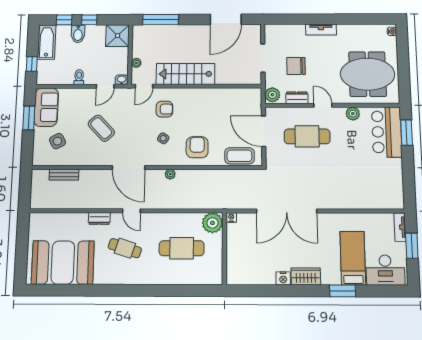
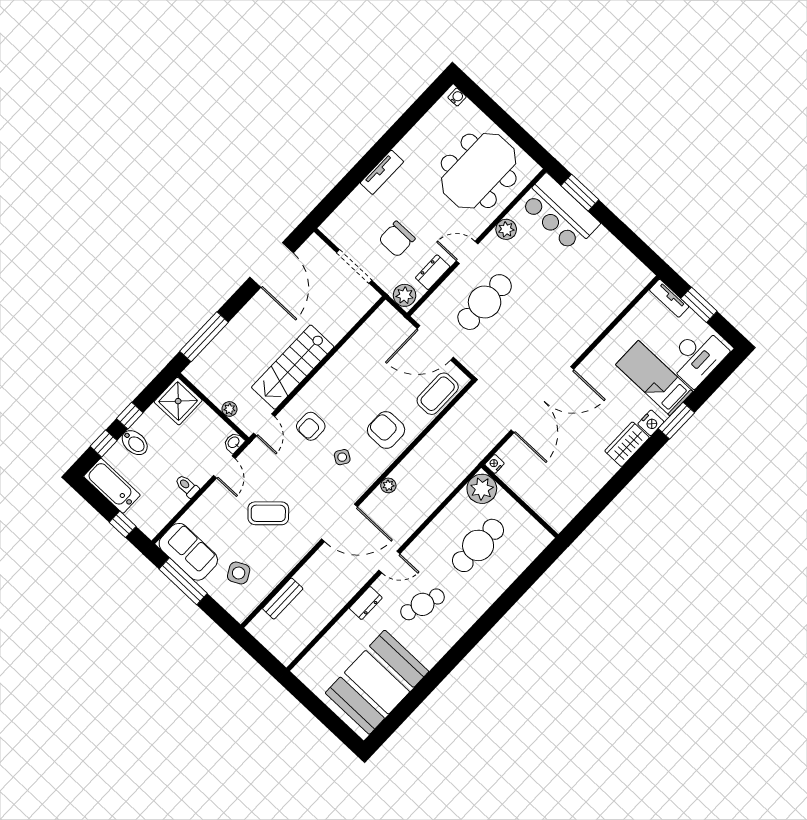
armchair: (164, 109) -> (311, 426), turned 180
window: (29, 118) -> (183, 581), width x1.44
nightstand: (283, 278) -> (651, 423), moved

